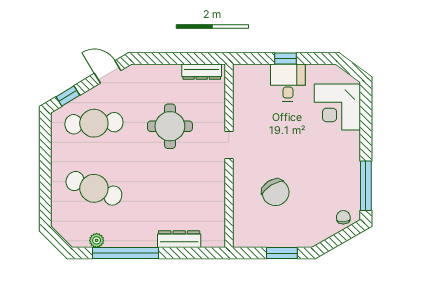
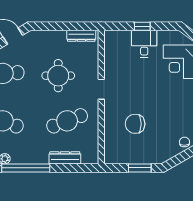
cafe table: (182, 188) -> (67, 121), added
chair: (276, 192) -> (135, 124), turned 122

